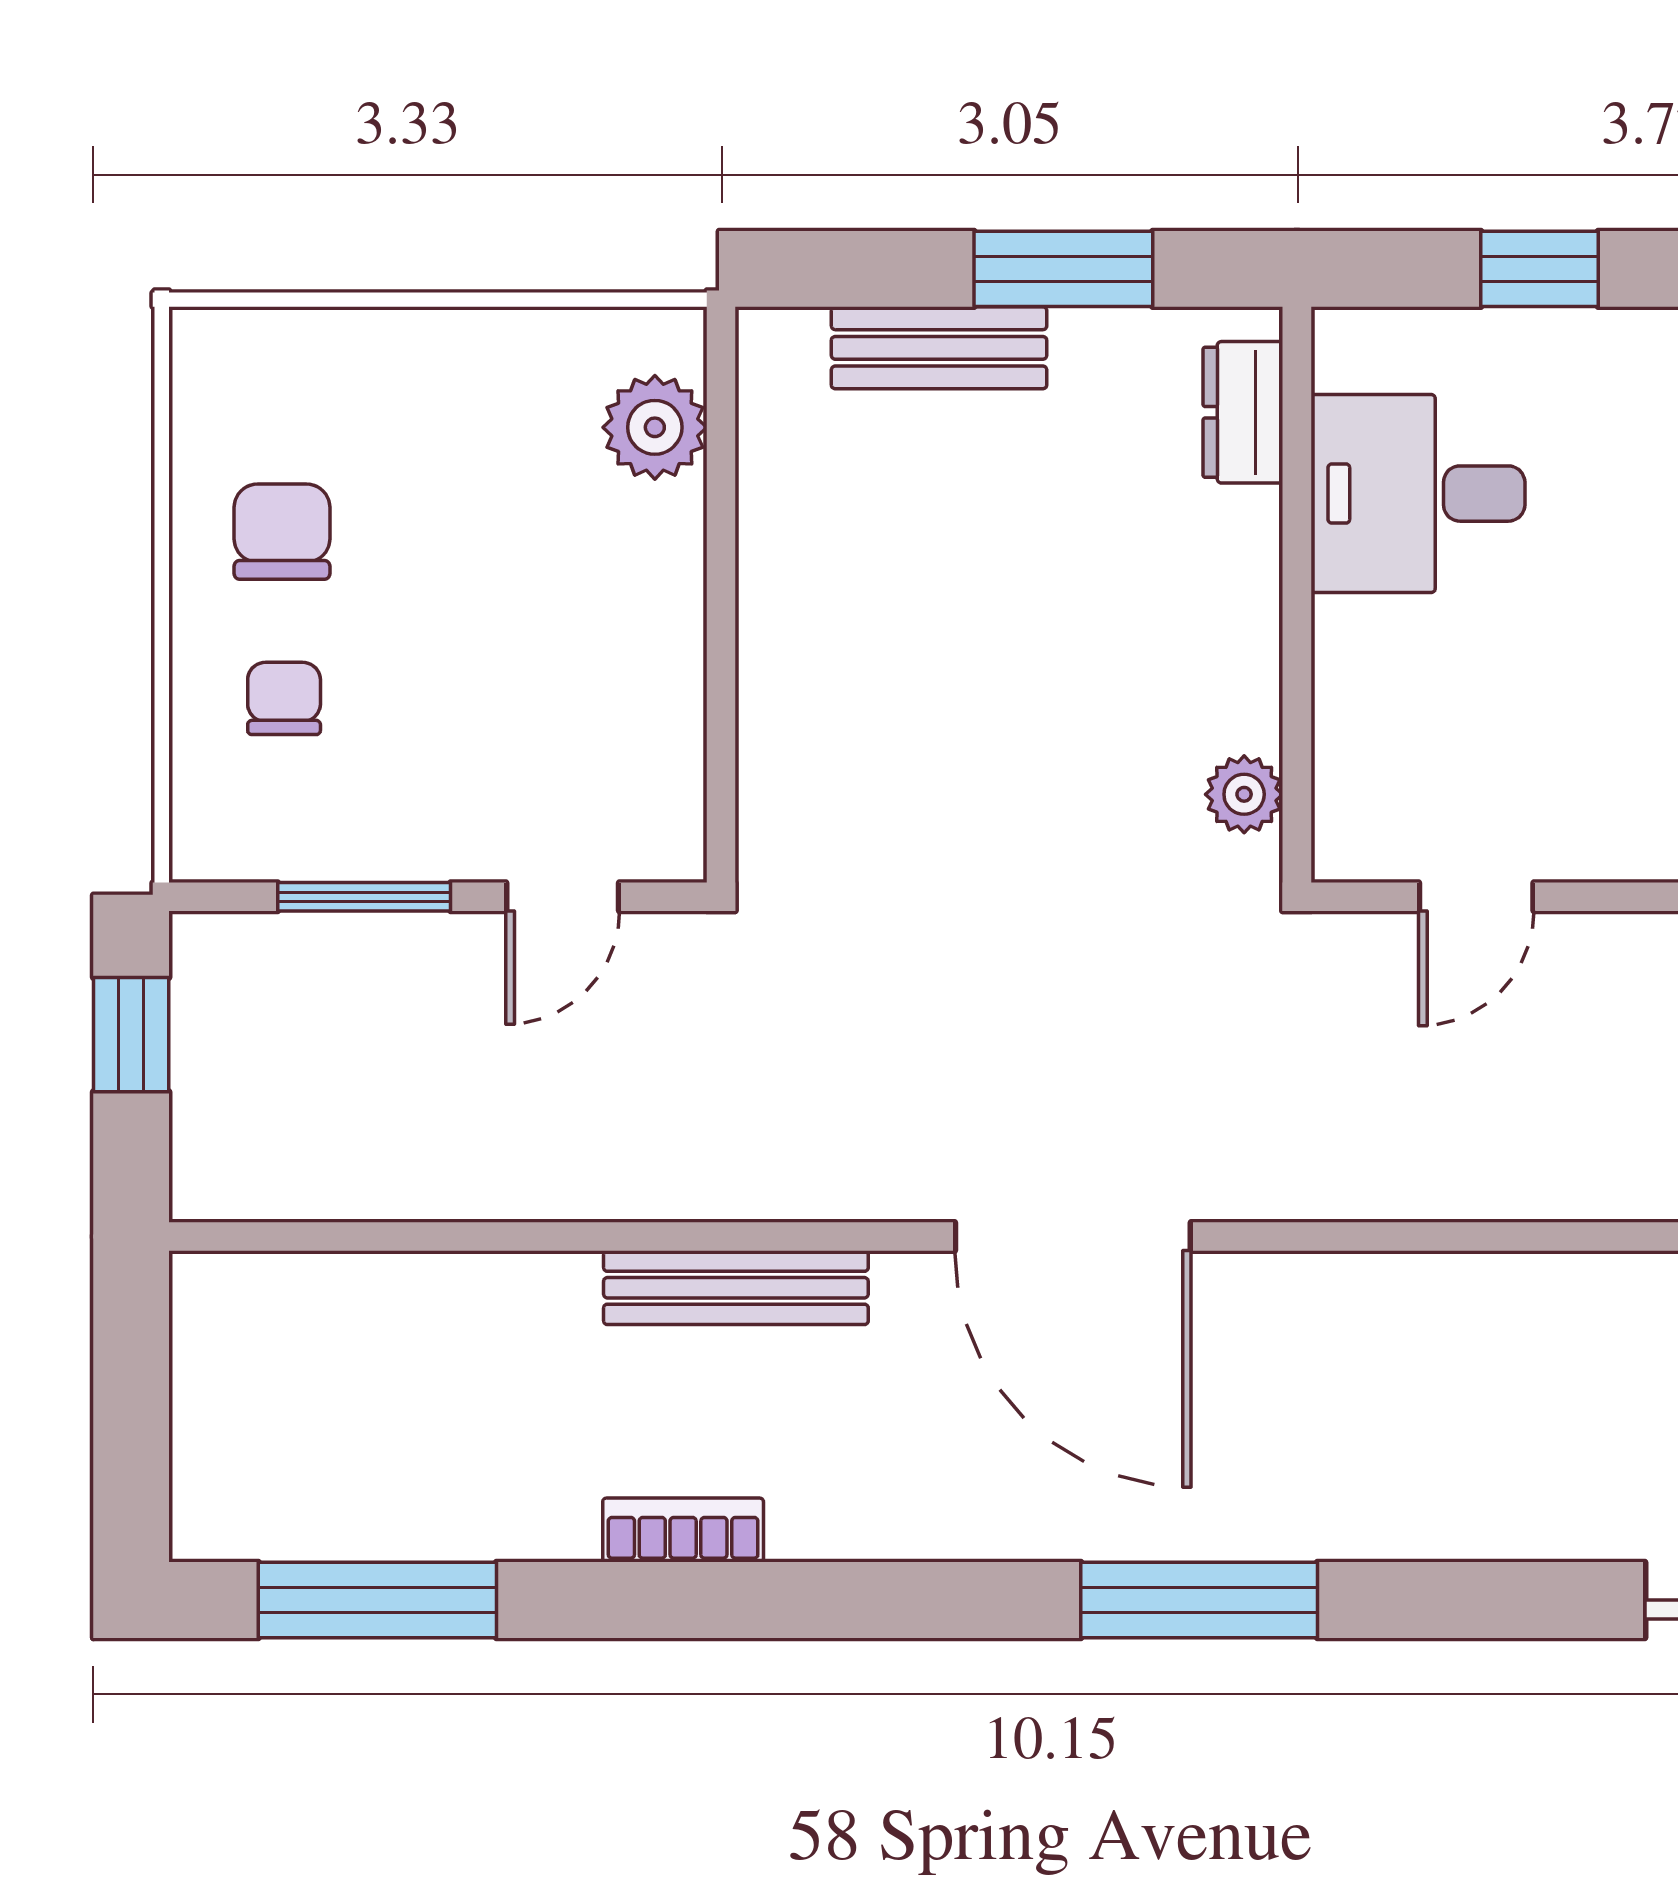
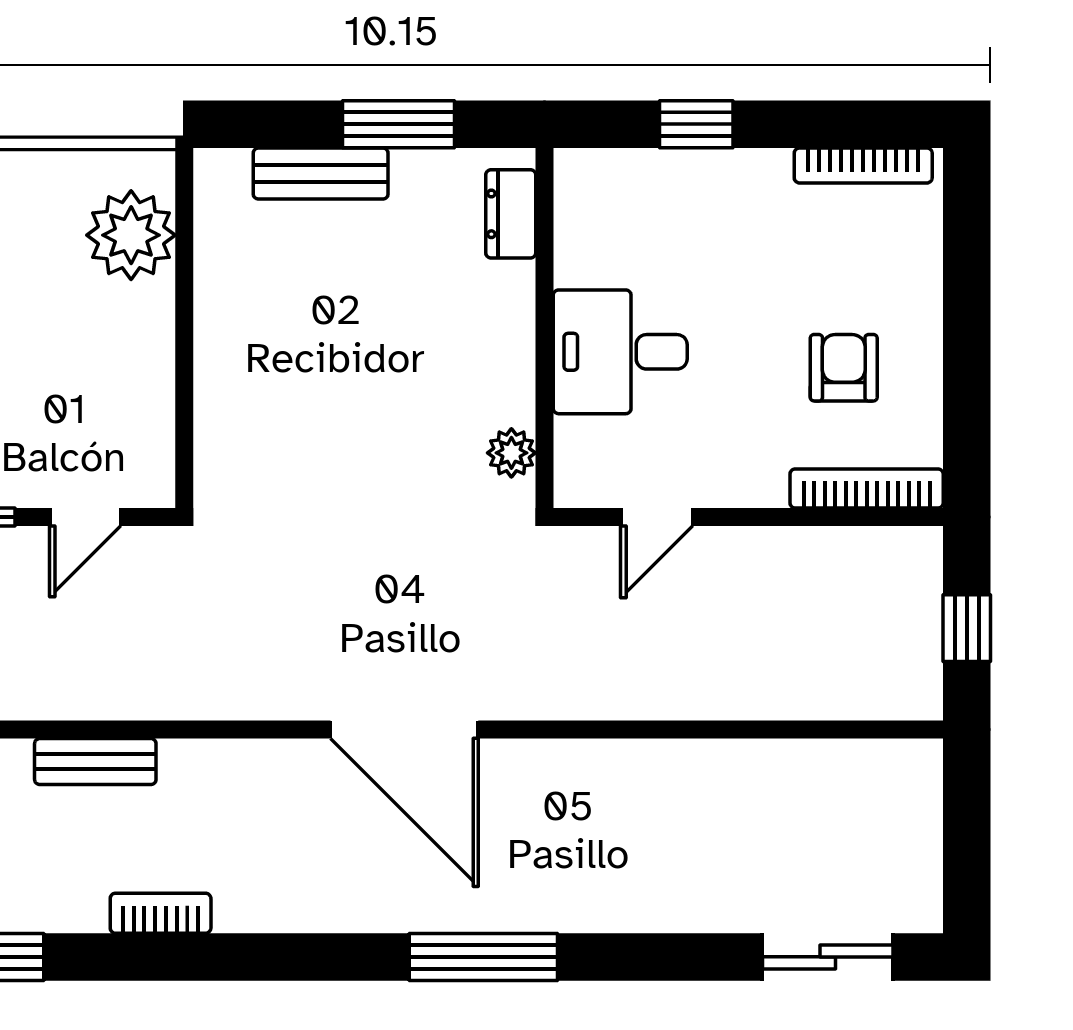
plant: (655, 427) -> (131, 235), width x1.36, depth x1.36
desk: (1418, 494) -> (620, 352), moved
bench: (736, 1288) -> (95, 762), moved, width x0.73

